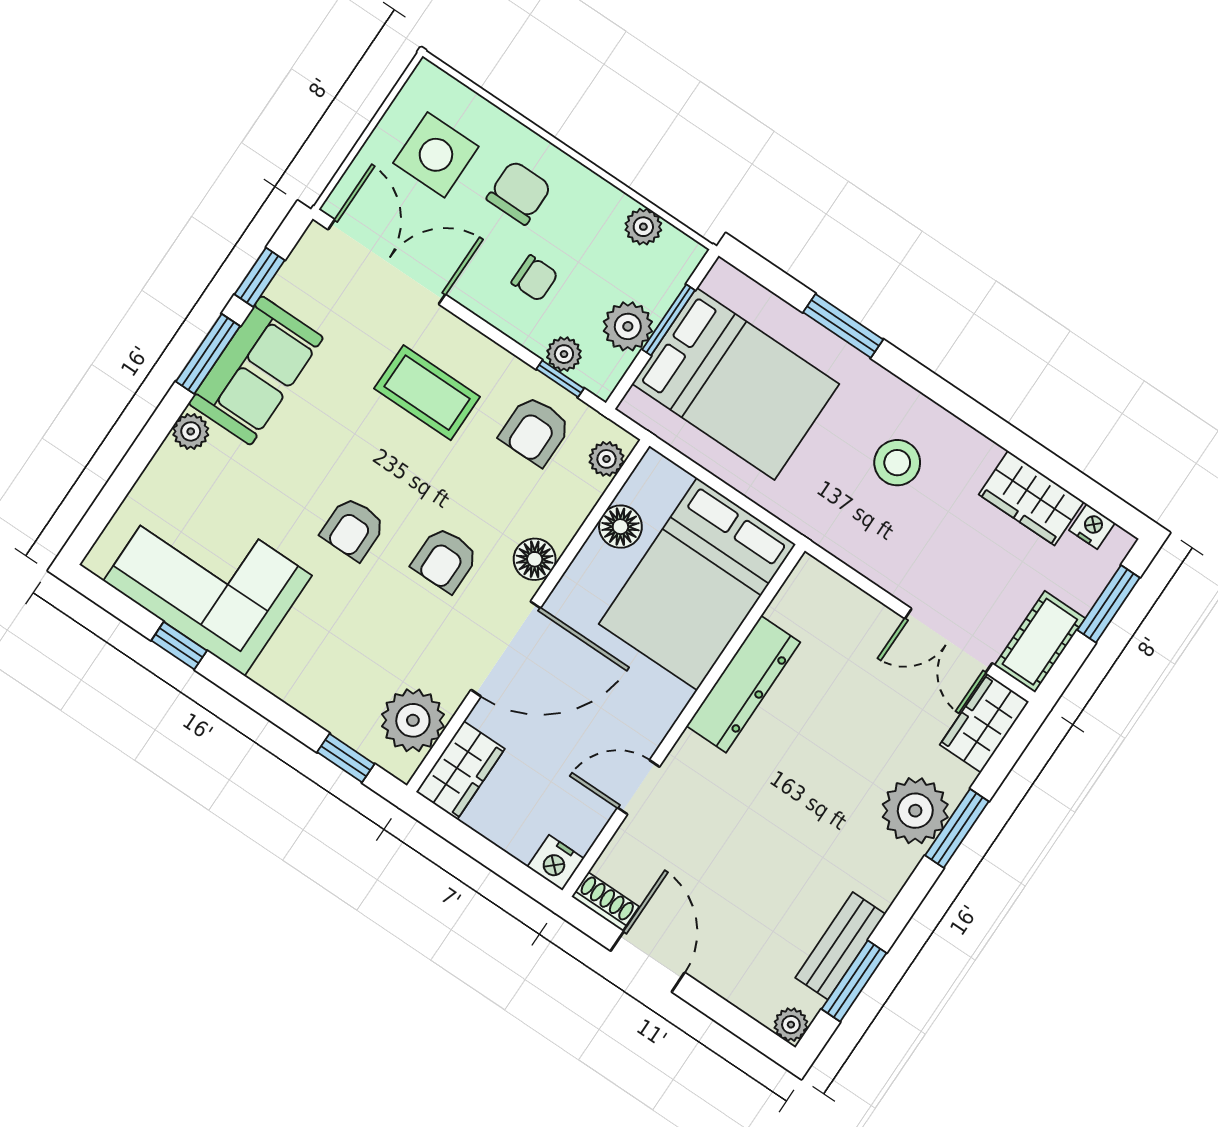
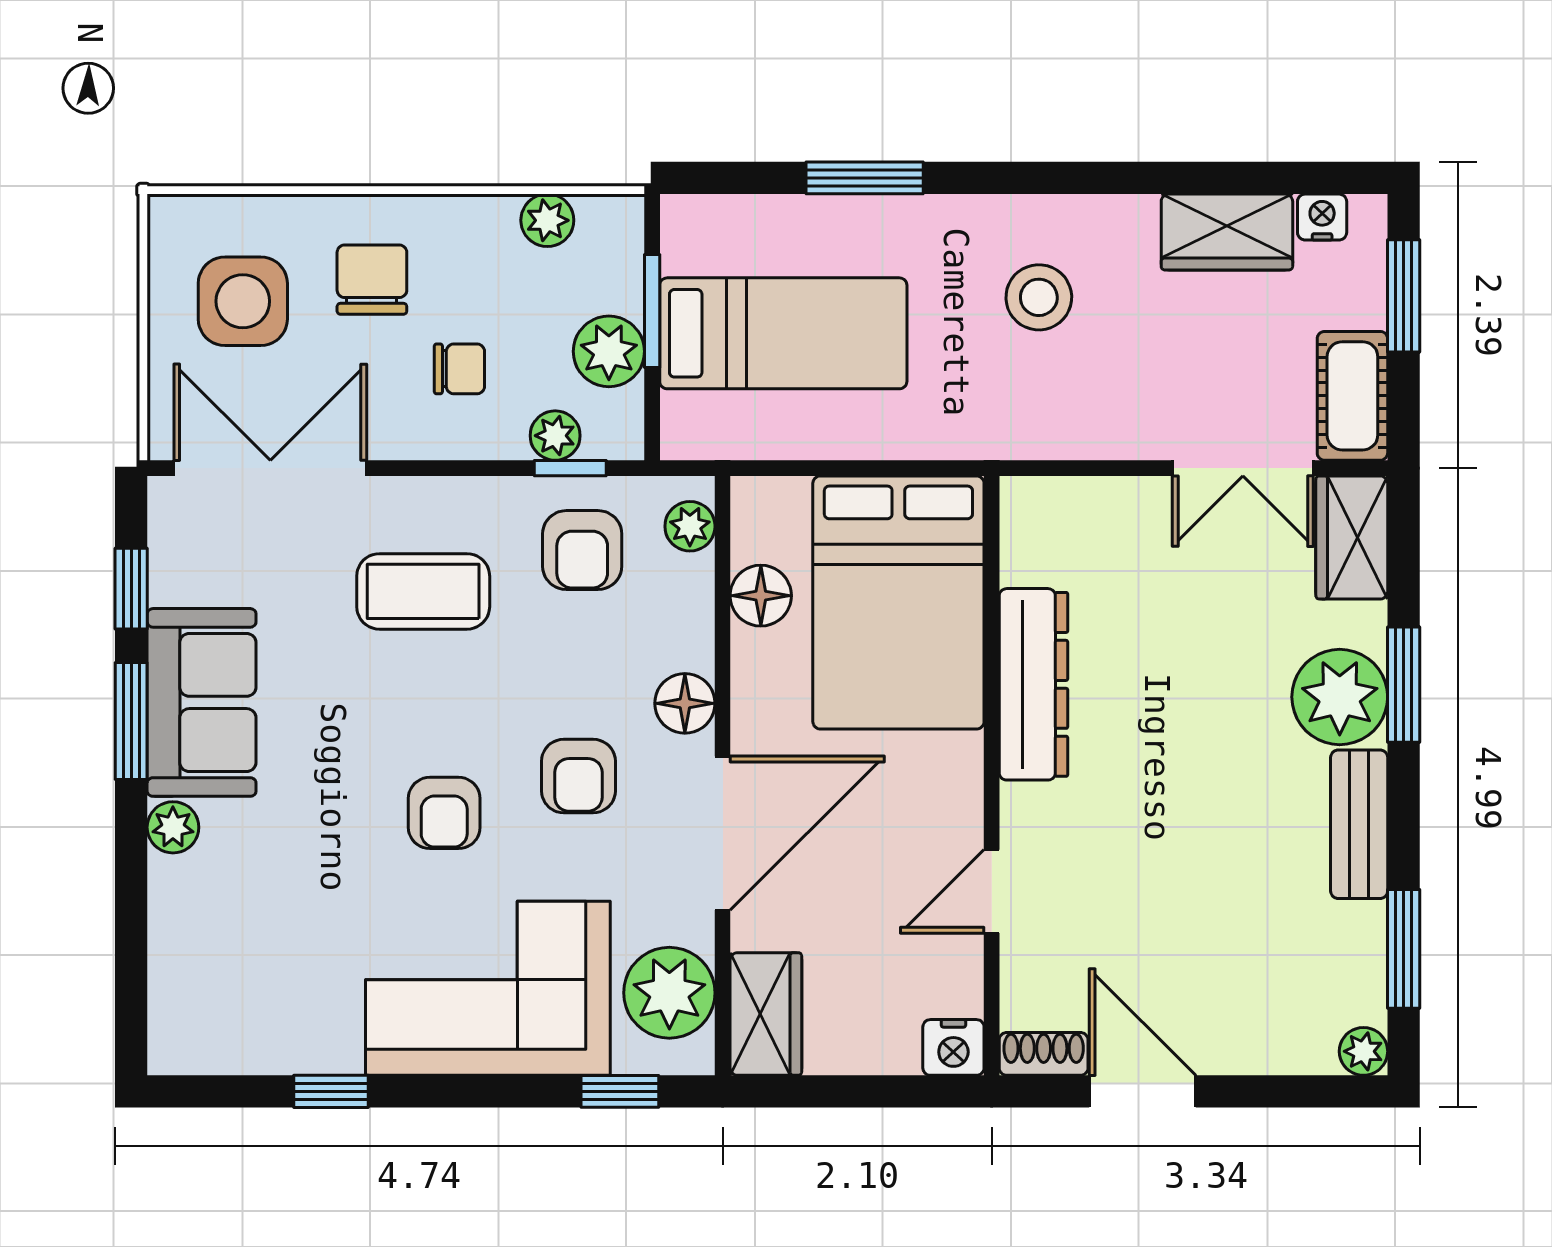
bed: (736, 384) -> (783, 333), width x0.67
corner sofa: (208, 578) -> (488, 988), moved
bench: (840, 946) -> (1359, 824), moved

